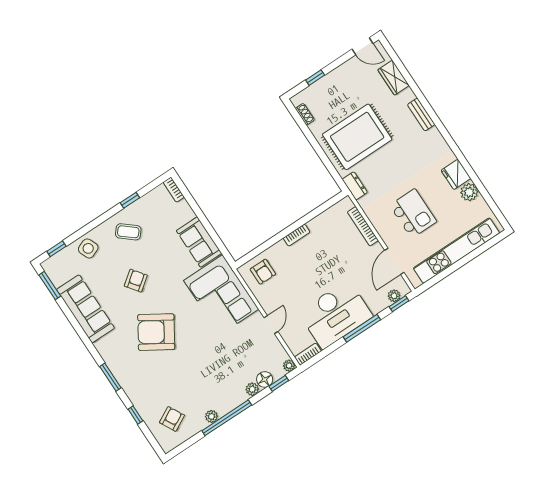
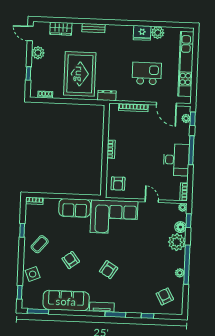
door: (362, 46) -> (30, 33), swing flipped
plant: (347, 71) -> (38, 53), added
armchair: (263, 272) -> (118, 184), turned 90
desk: (336, 314) -> (176, 160), width x0.73, depth x0.77
armchair: (156, 332) -> (109, 270), width x0.53, depth x0.53
tv unit: (108, 355) -> (102, 307), added
plant: (252, 389) -> (177, 242), width x1.88, depth x1.88

